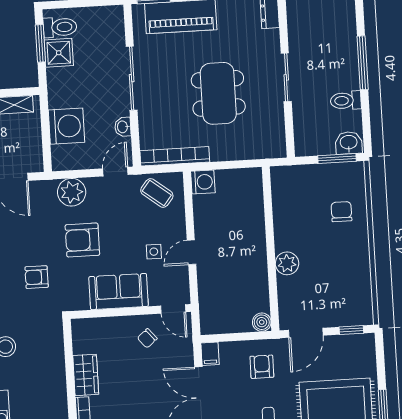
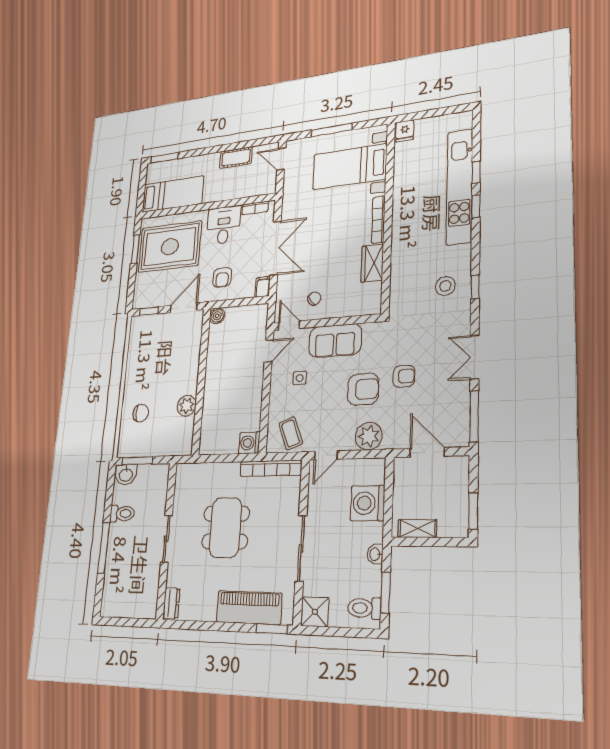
shower: (59, 53) -> (315, 612), moved
washbasin: (123, 127) -> (375, 554), moved, turned 180
coffee table: (157, 193) -> (291, 433), turned 31
chair: (341, 212) -> (141, 413), turned -90
door: (192, 252) -> (269, 351), moved
plant: (287, 263) -> (187, 406), moved
armchair: (37, 277) -> (404, 376), moved

